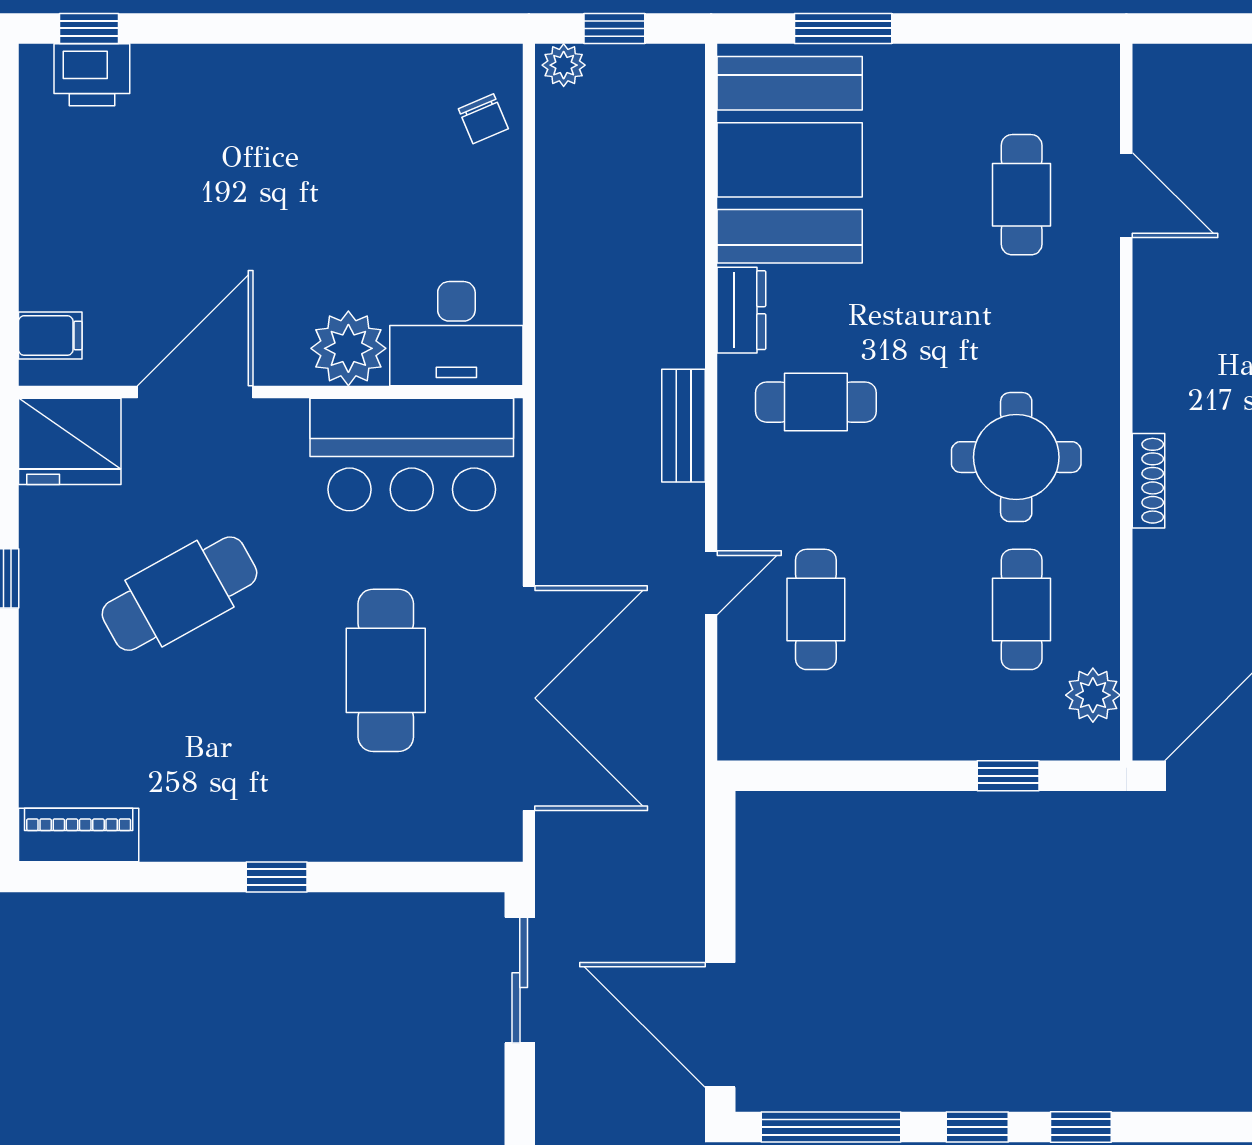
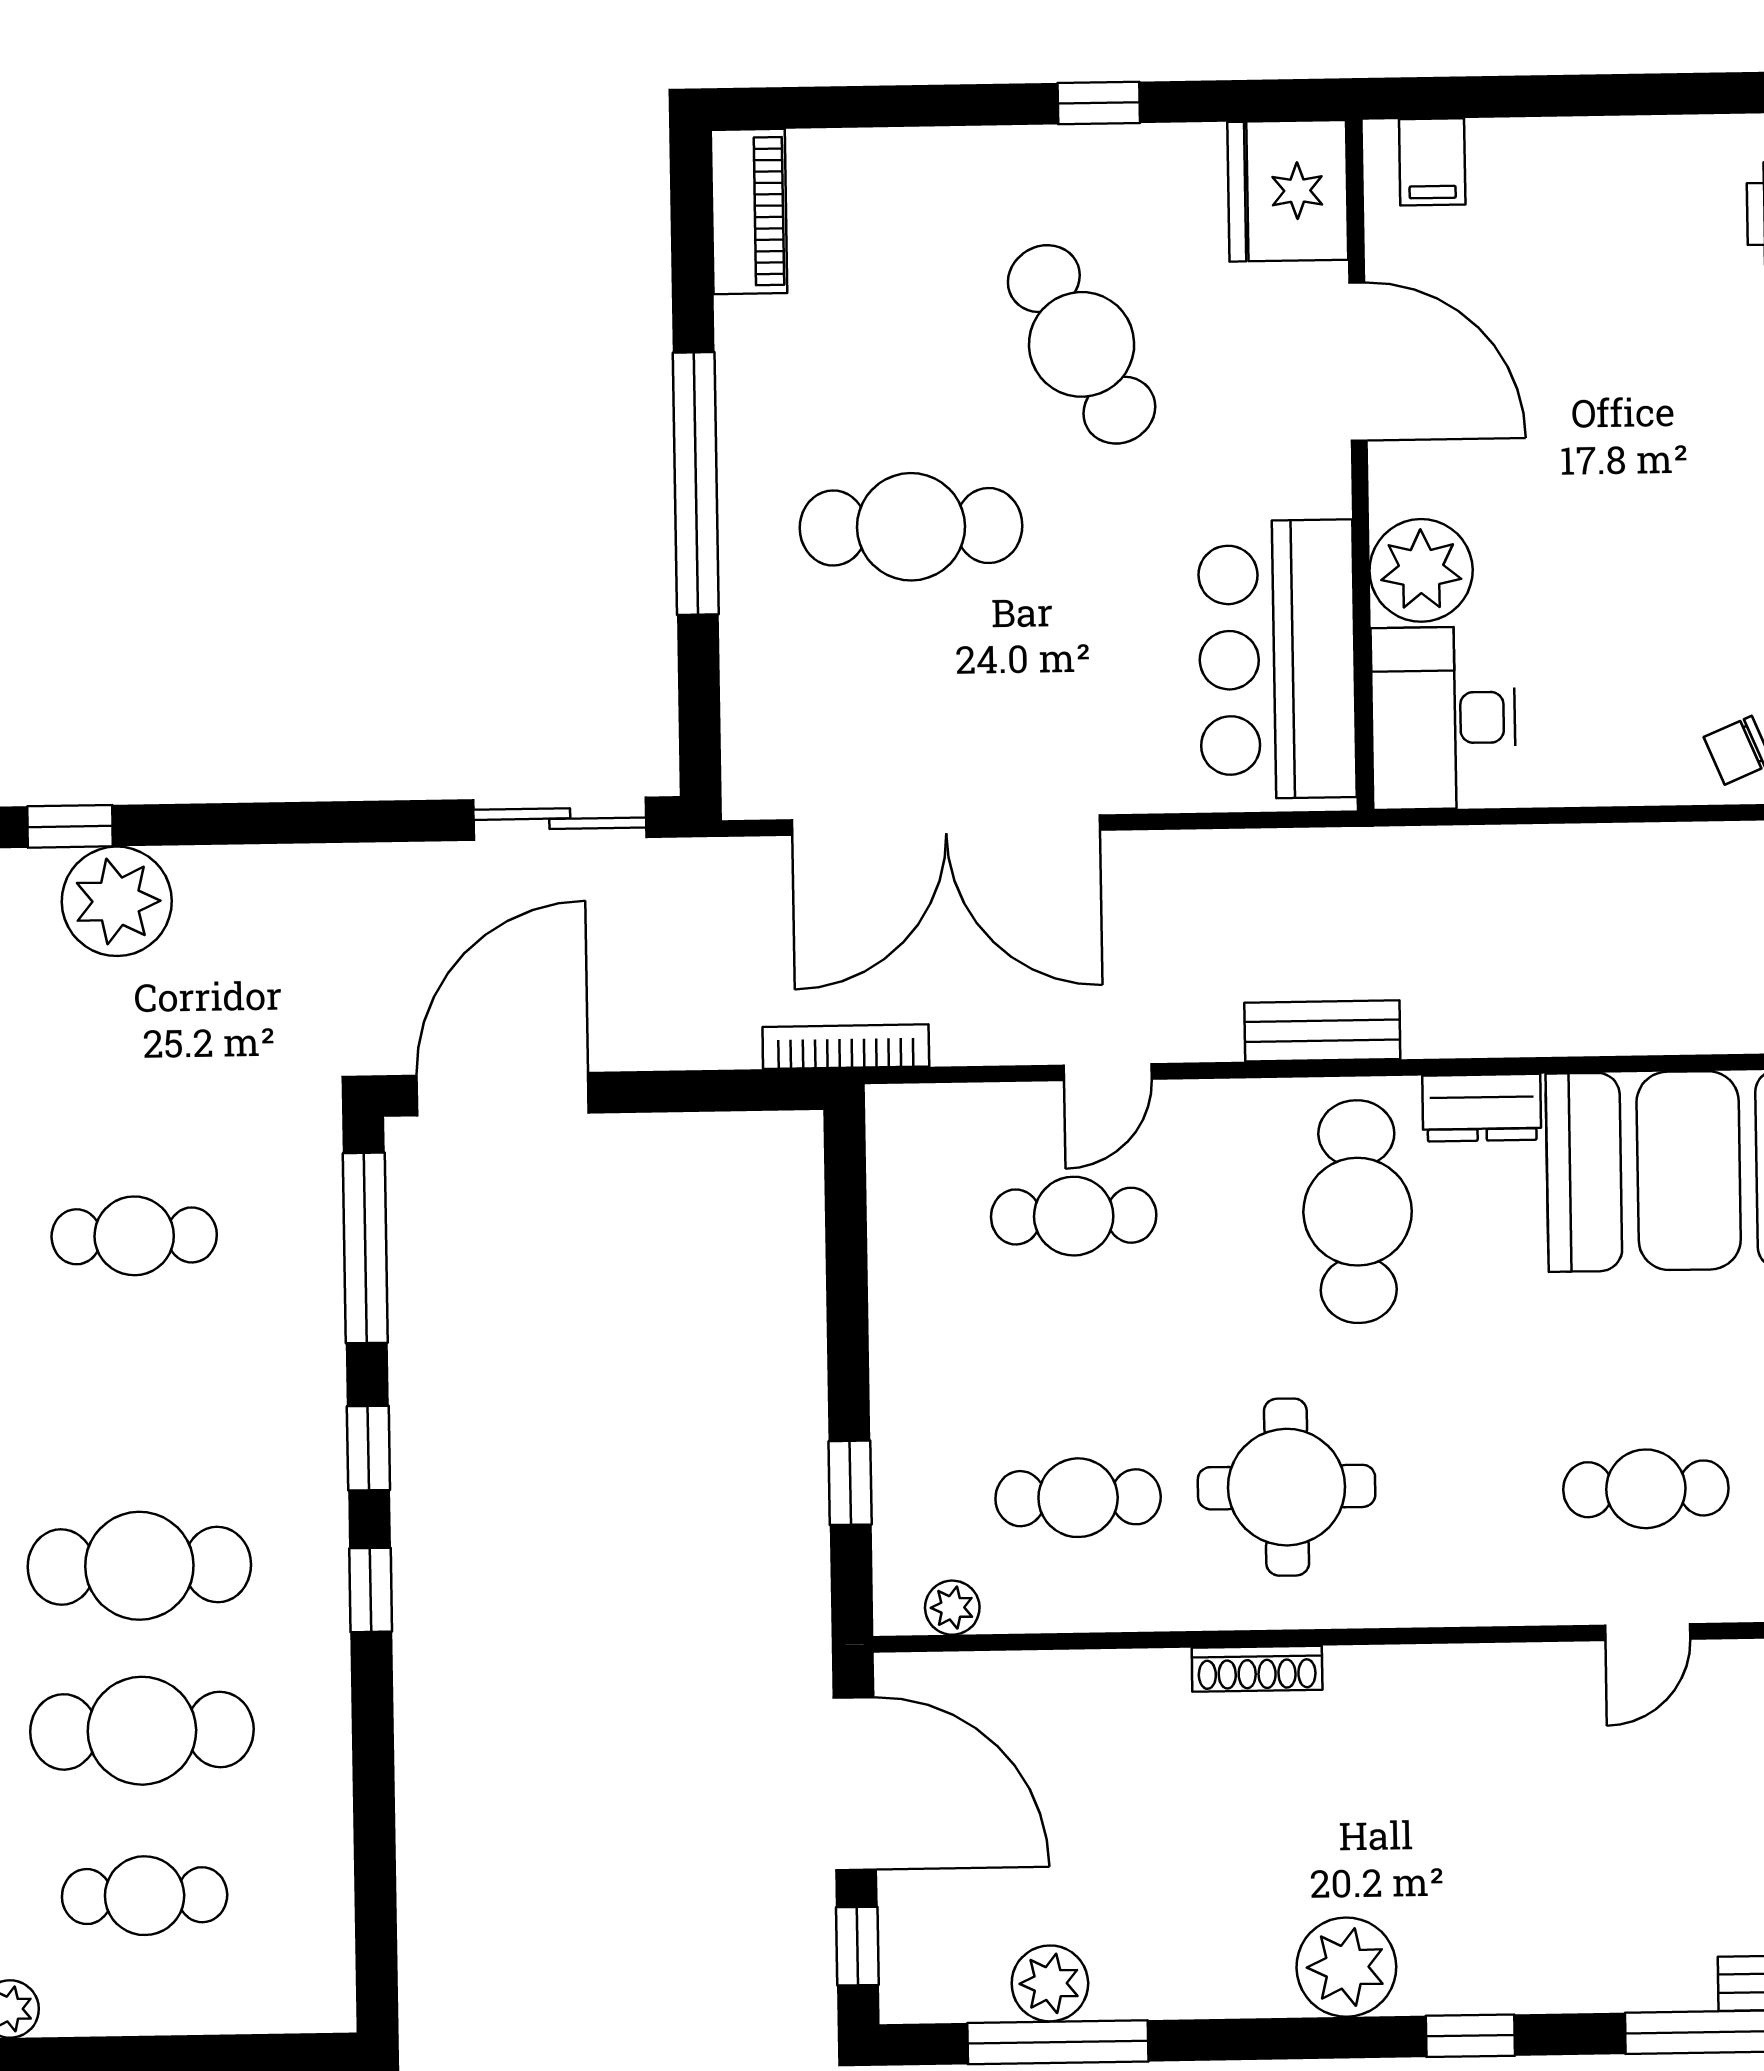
door: (1126, 195) -> (1648, 1632), width x0.73
cafe table: (816, 402) -> (1358, 1212), width x1.37, depth x1.35
door: (711, 583) -> (1108, 1072), hinge flipped
cafe table: (386, 670) -> (911, 527), moved
plant: (1093, 695) -> (952, 1608), width x0.73, depth x0.73
bookcase: (690, 774) -> (846, 1047), added
window: (277, 877) -> (696, 483), width x3.17

